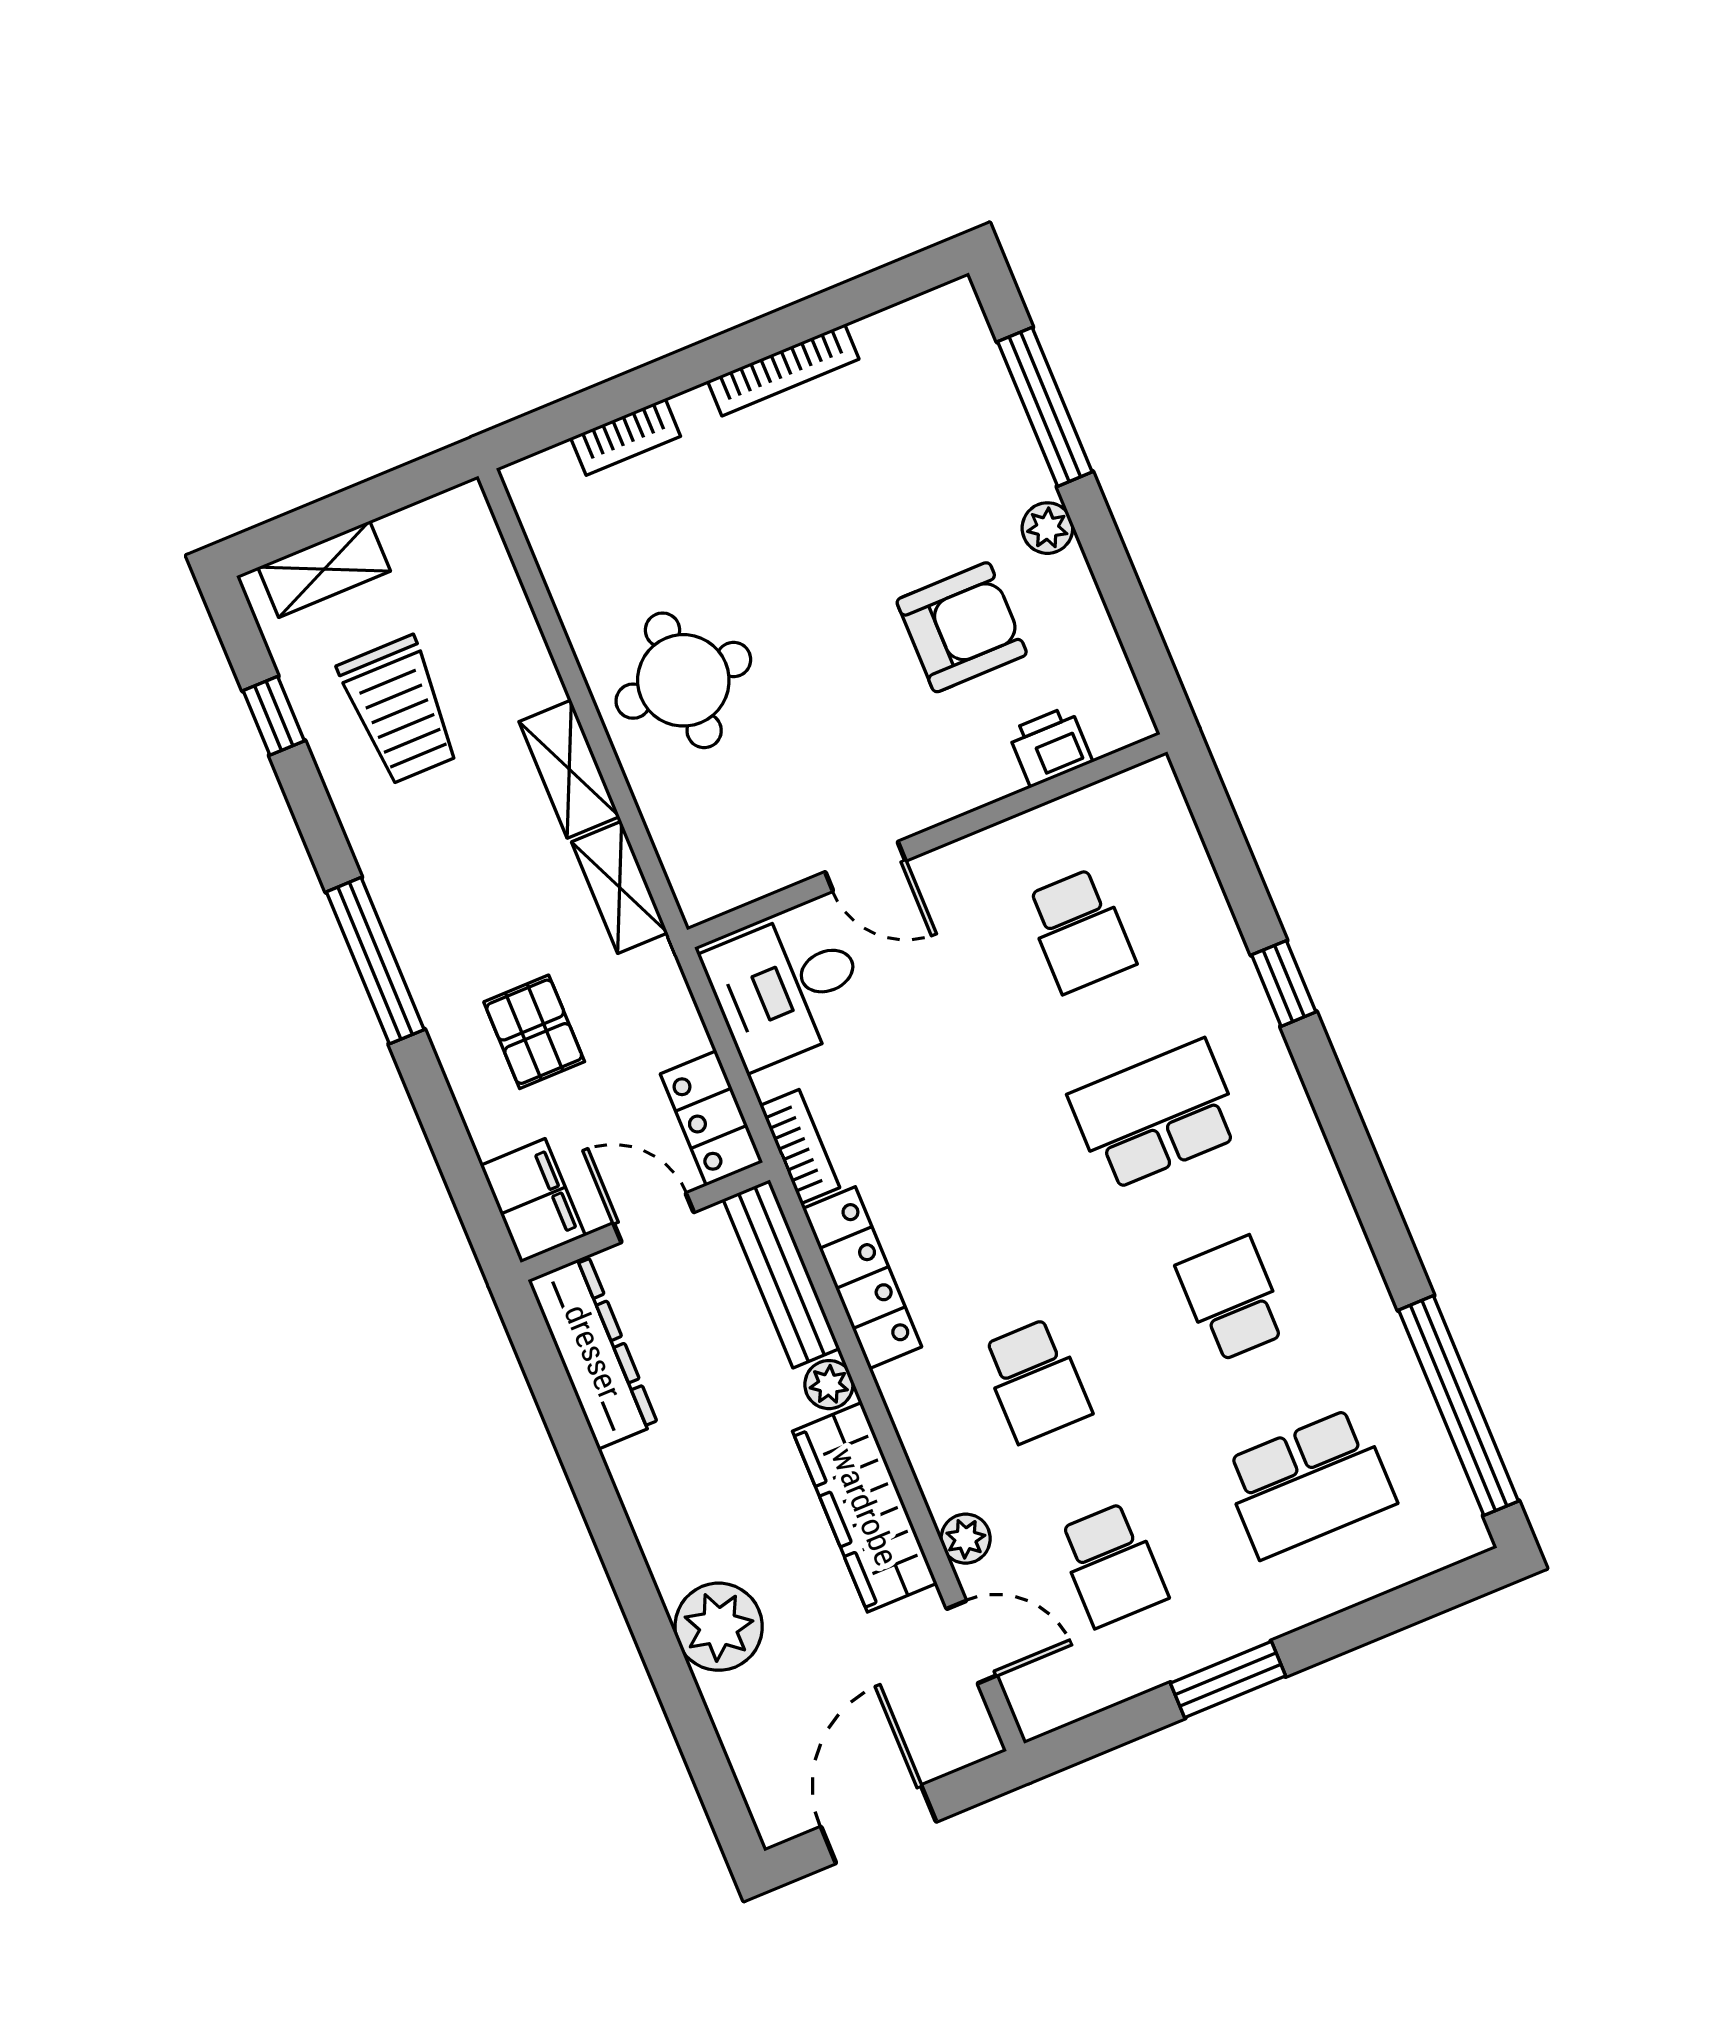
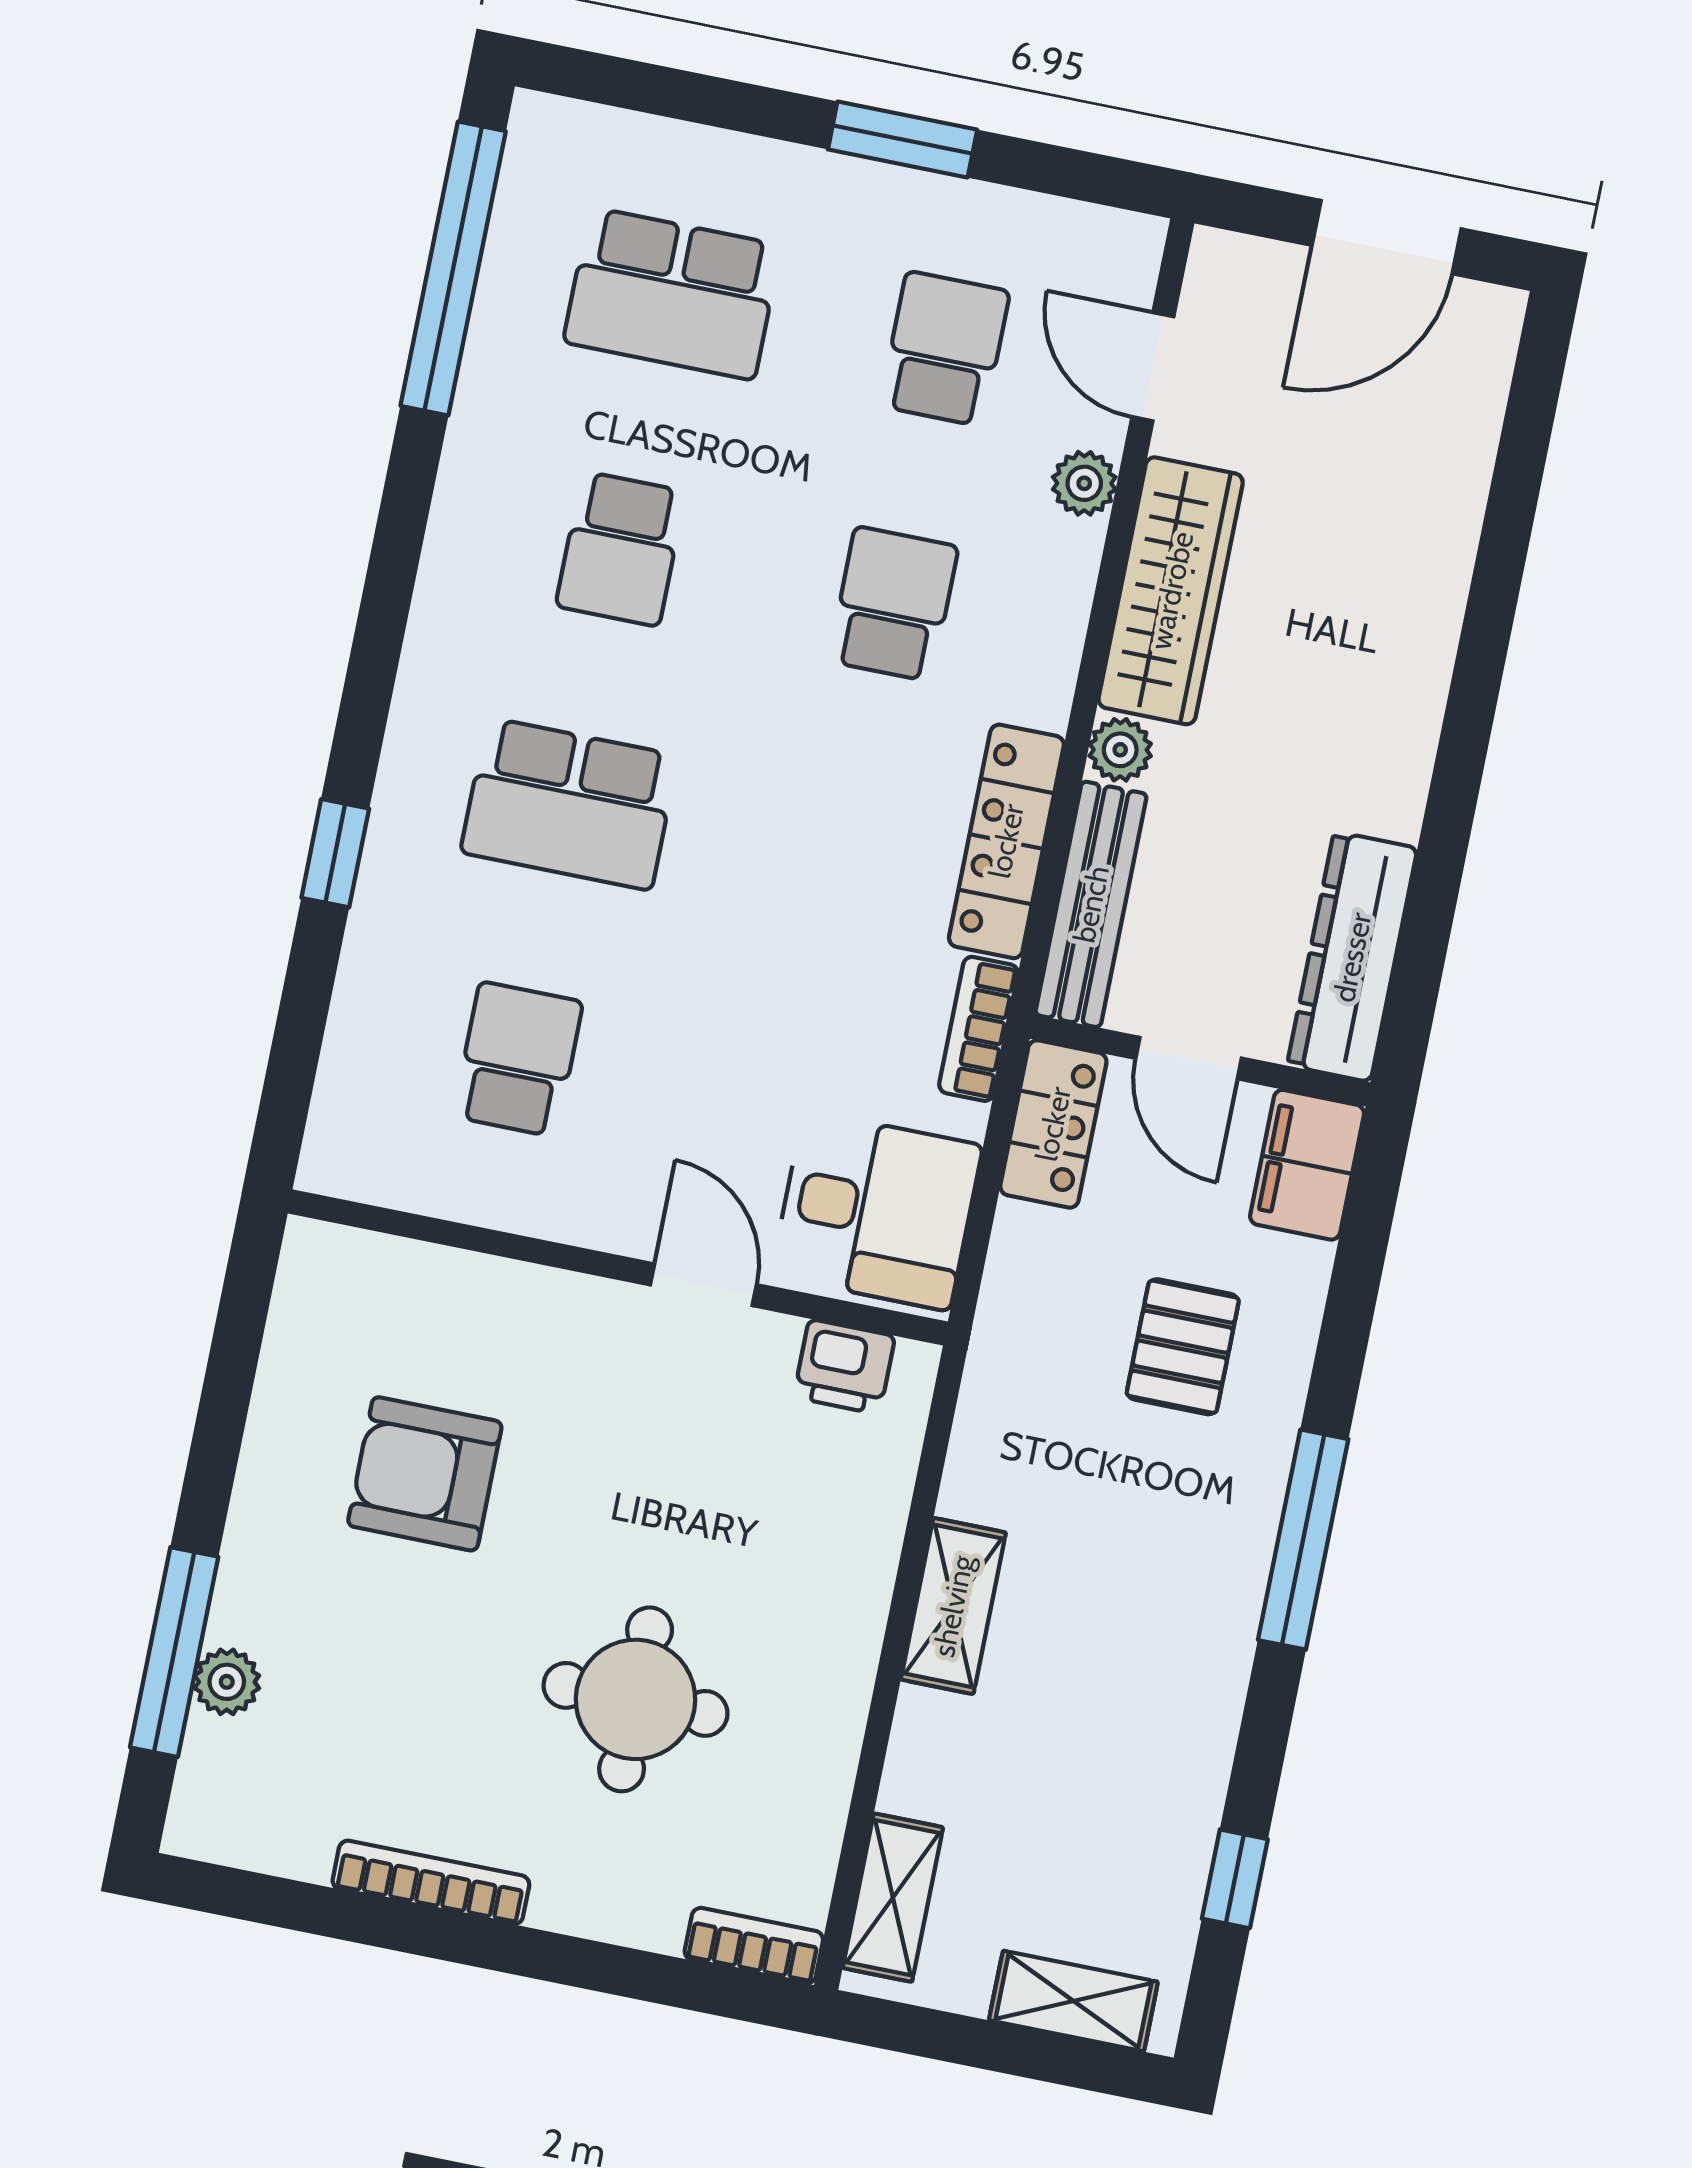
bookcase: (626, 437) -> (754, 1946), moved
plant: (1047, 528) -> (227, 1682), moved
round table: (683, 680) -> (636, 1699), moved
trolley: (399, 710) -> (1095, 1793), removed
printer: (1050, 746) -> (844, 1367), moved
shelving: (620, 887) -> (893, 1898), moved
school desk: (1308, 1483) -> (672, 294), turned 180
plant: (719, 1627) -> (1416, 568), removed

